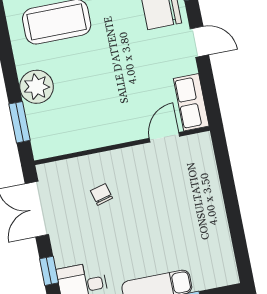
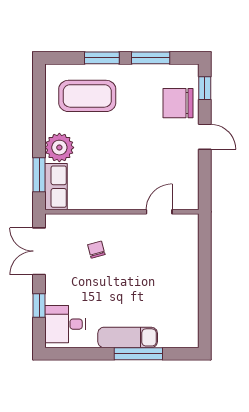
row of seats: (191, 102) -> (56, 187), moved, turned 180

